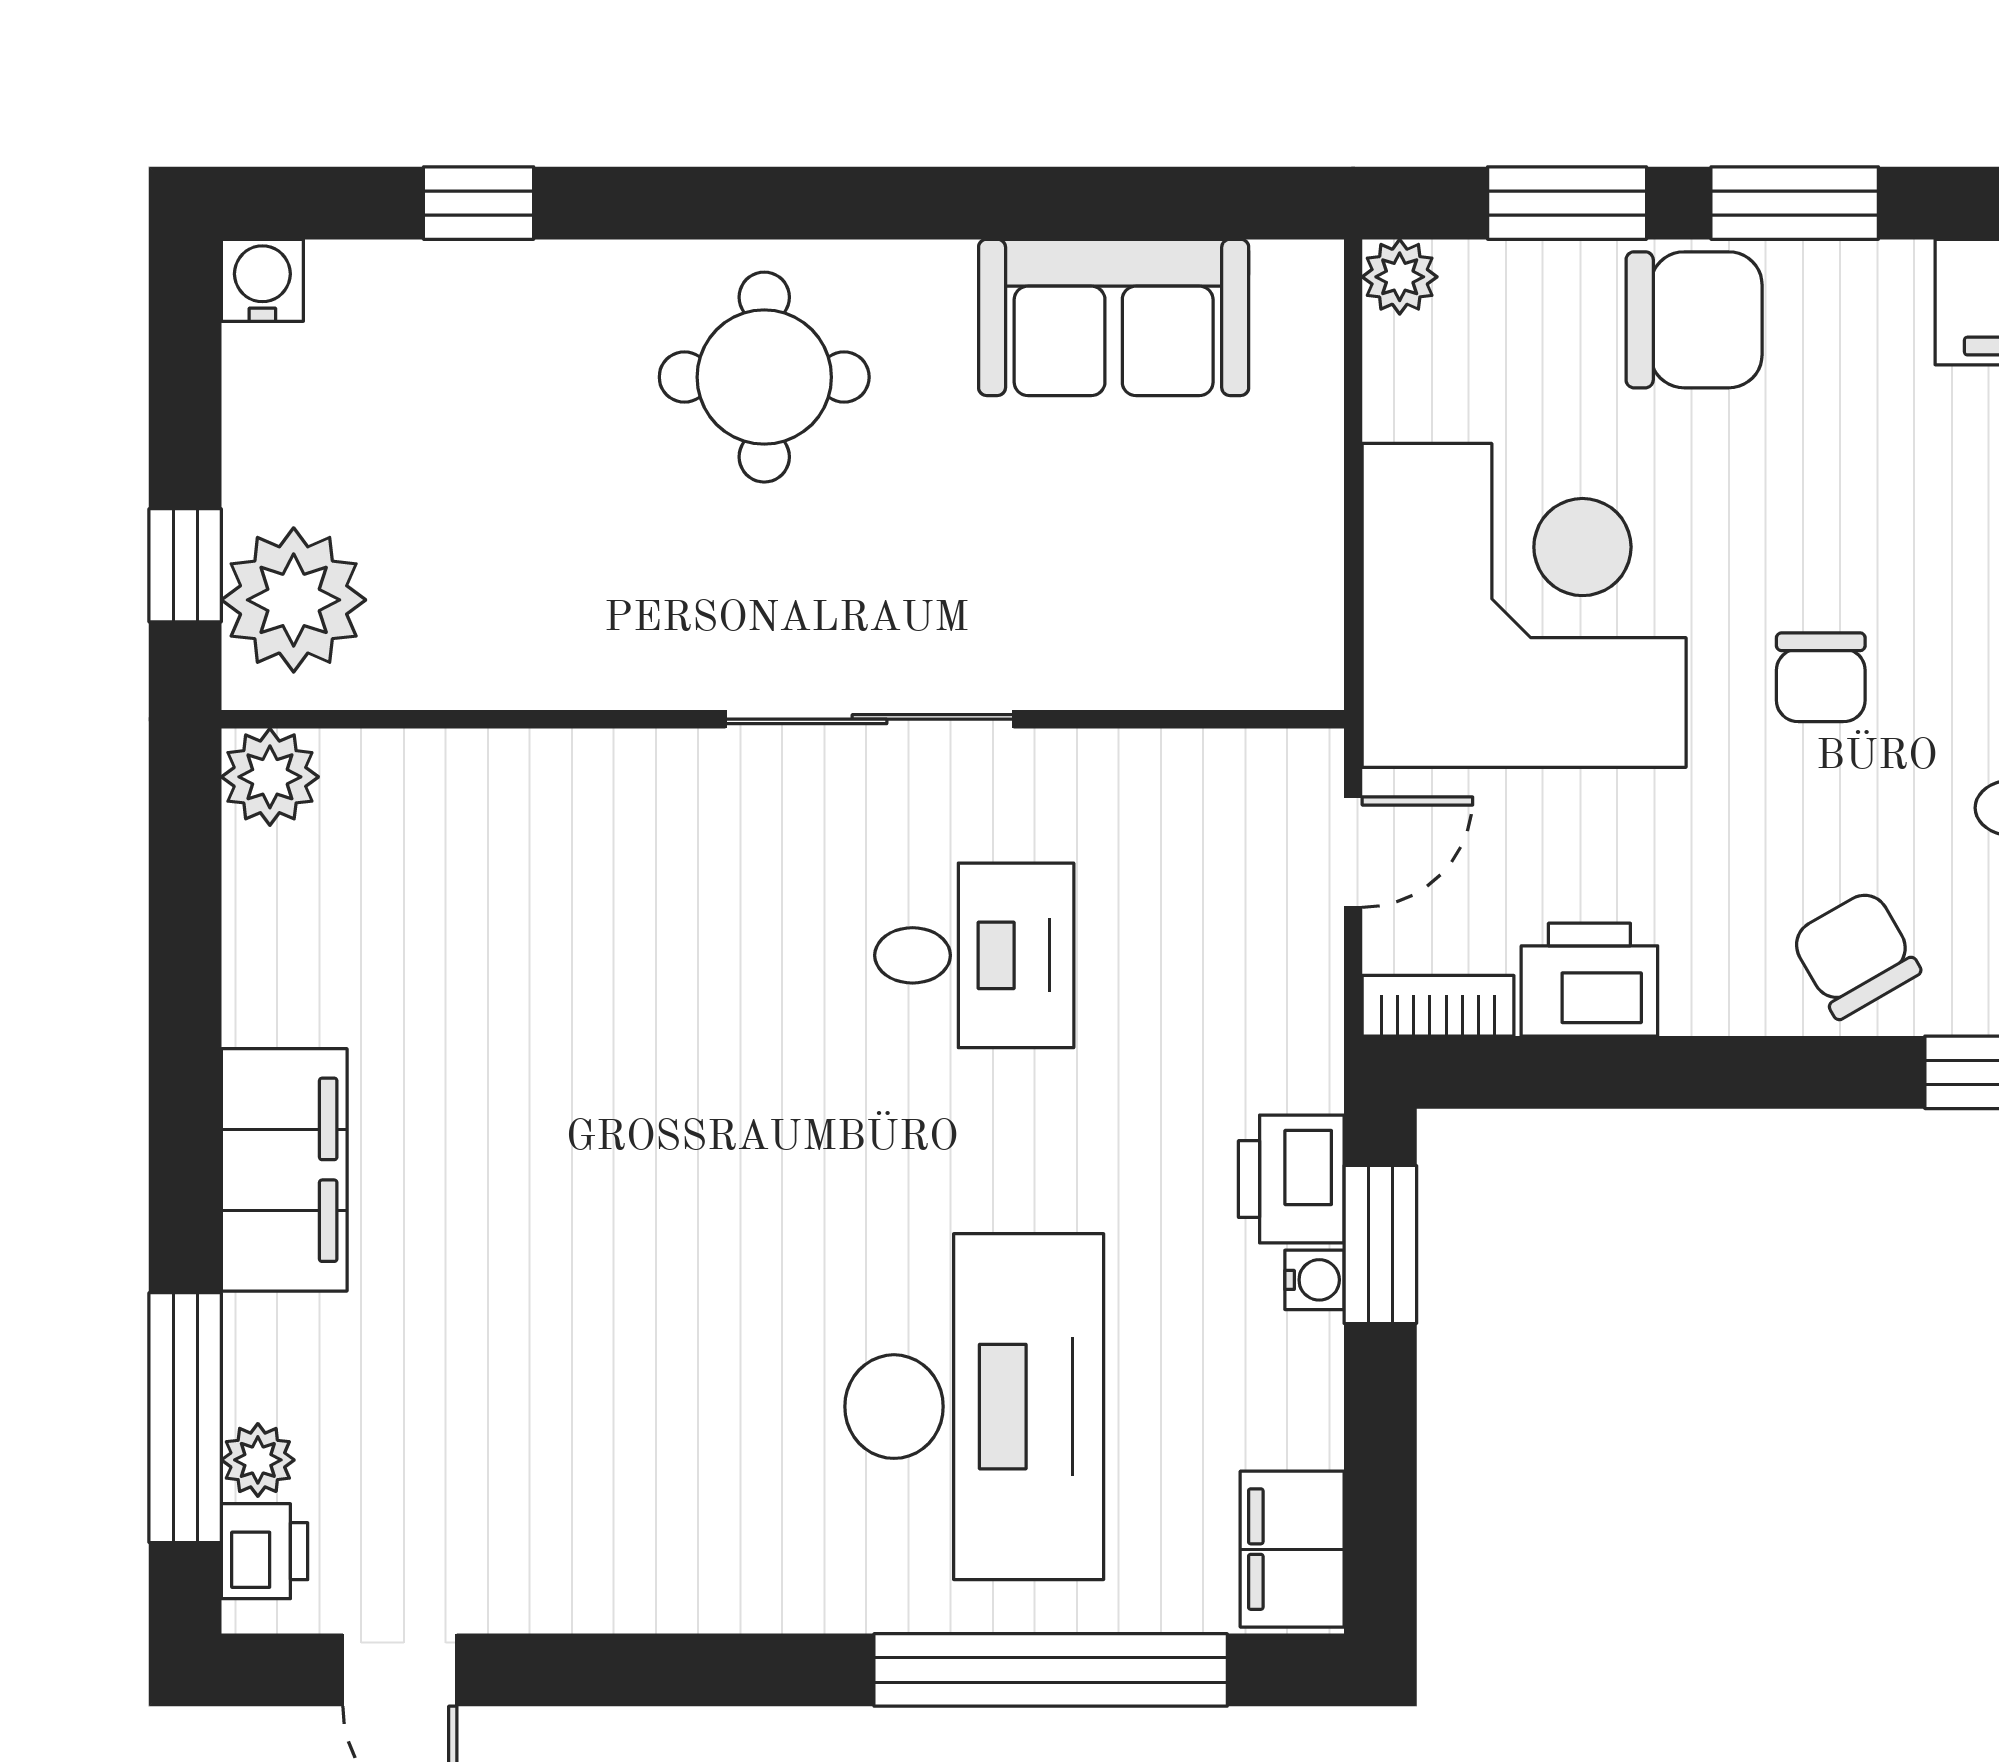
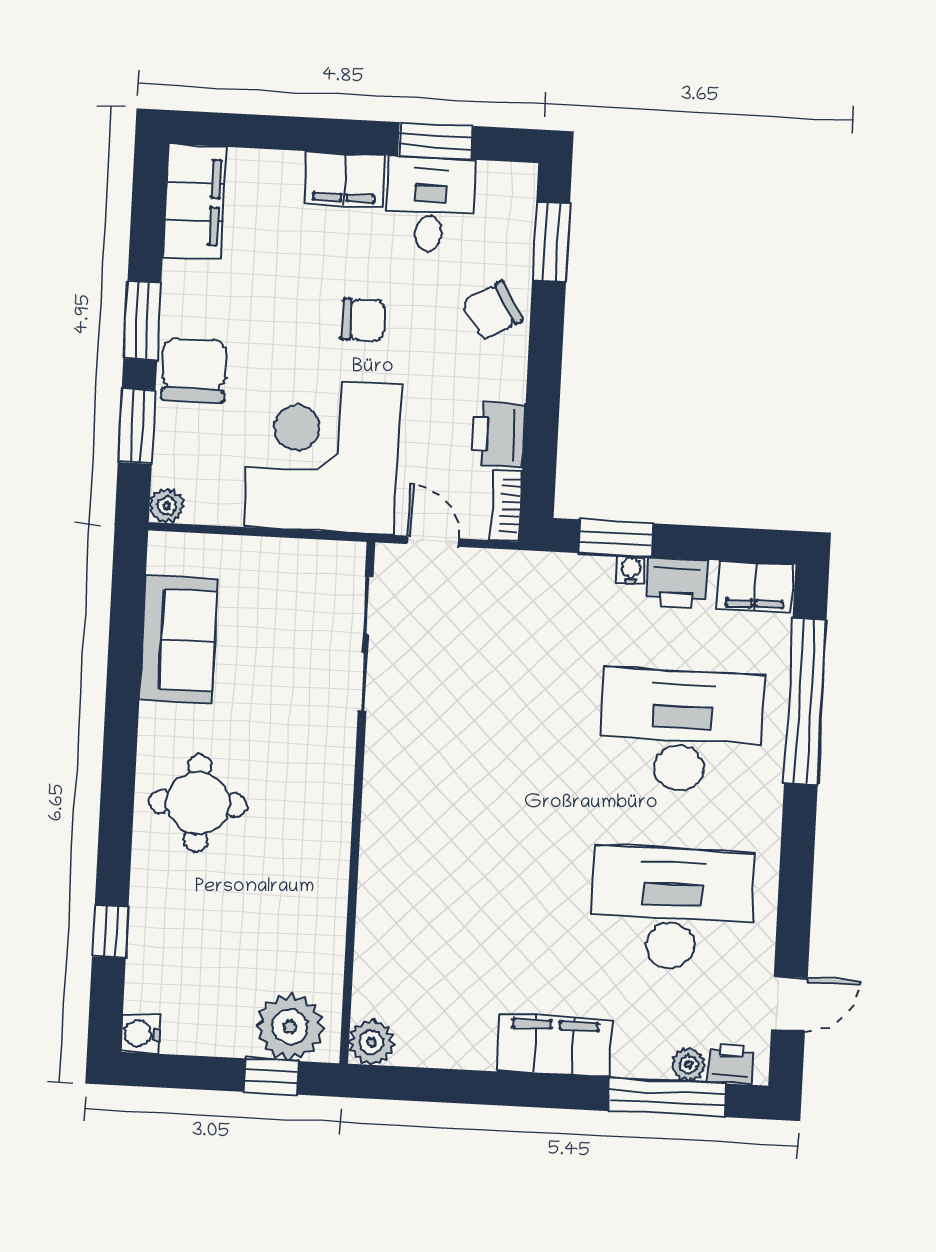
sliding door: (870, 719) -> (366, 644), moved
desk: (974, 955) -> (672, 908), moved, width x1.87, depth x1.30
printer: (1291, 1179) -> (677, 583), moved

